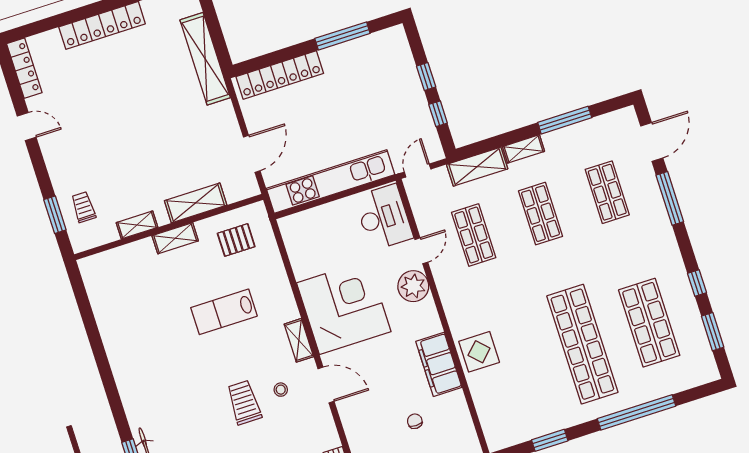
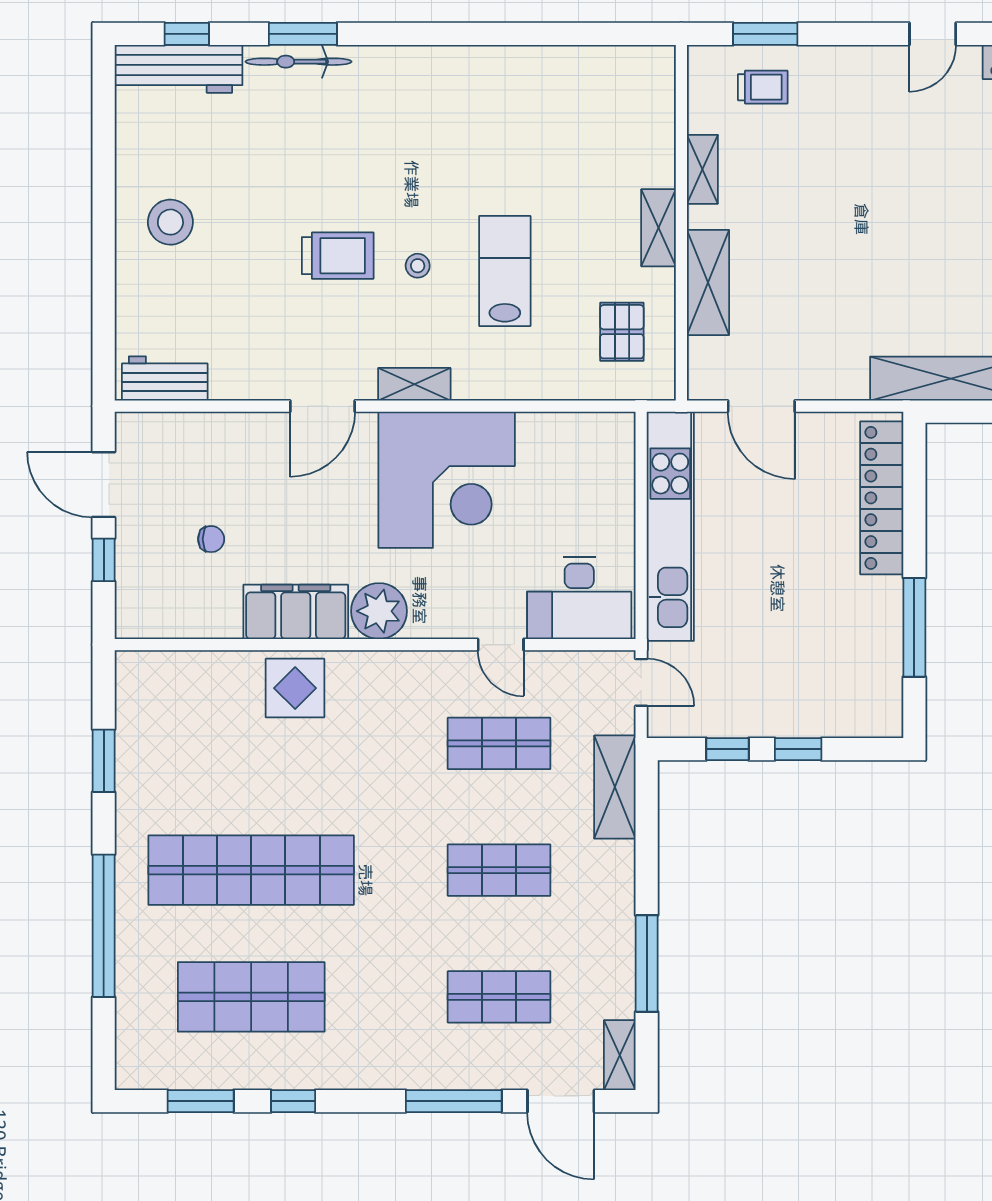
shelving: (523, 149) -> (620, 1055), moved
plant: (413, 286) -> (379, 611), moved
stool: (281, 390) -> (418, 266), moved

